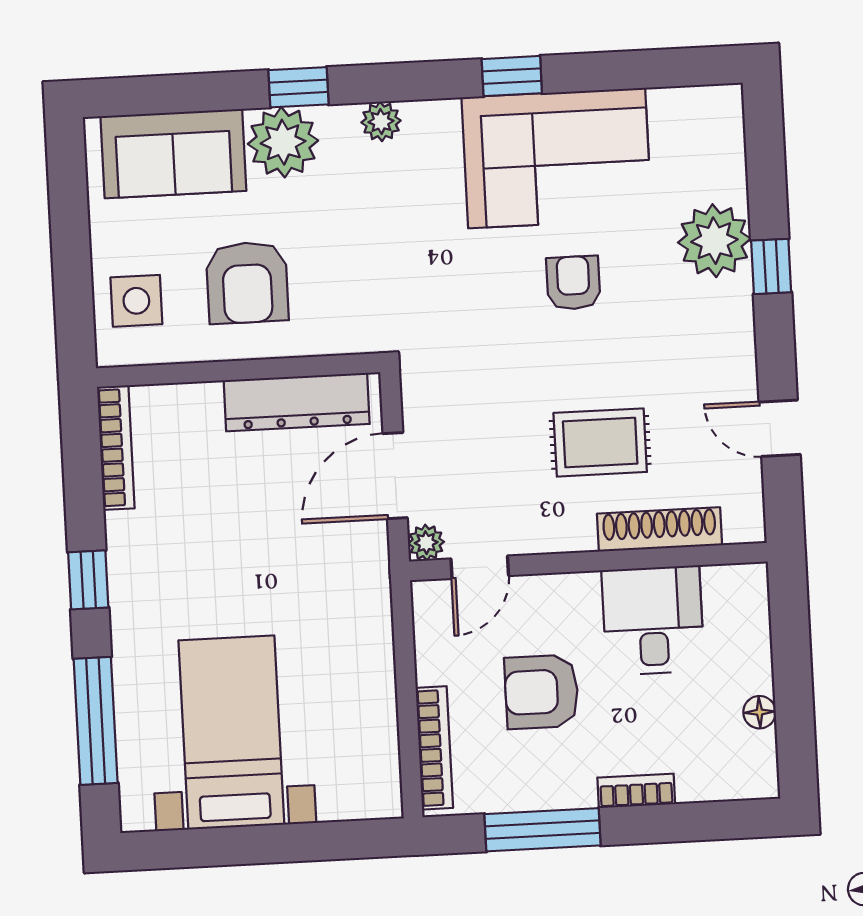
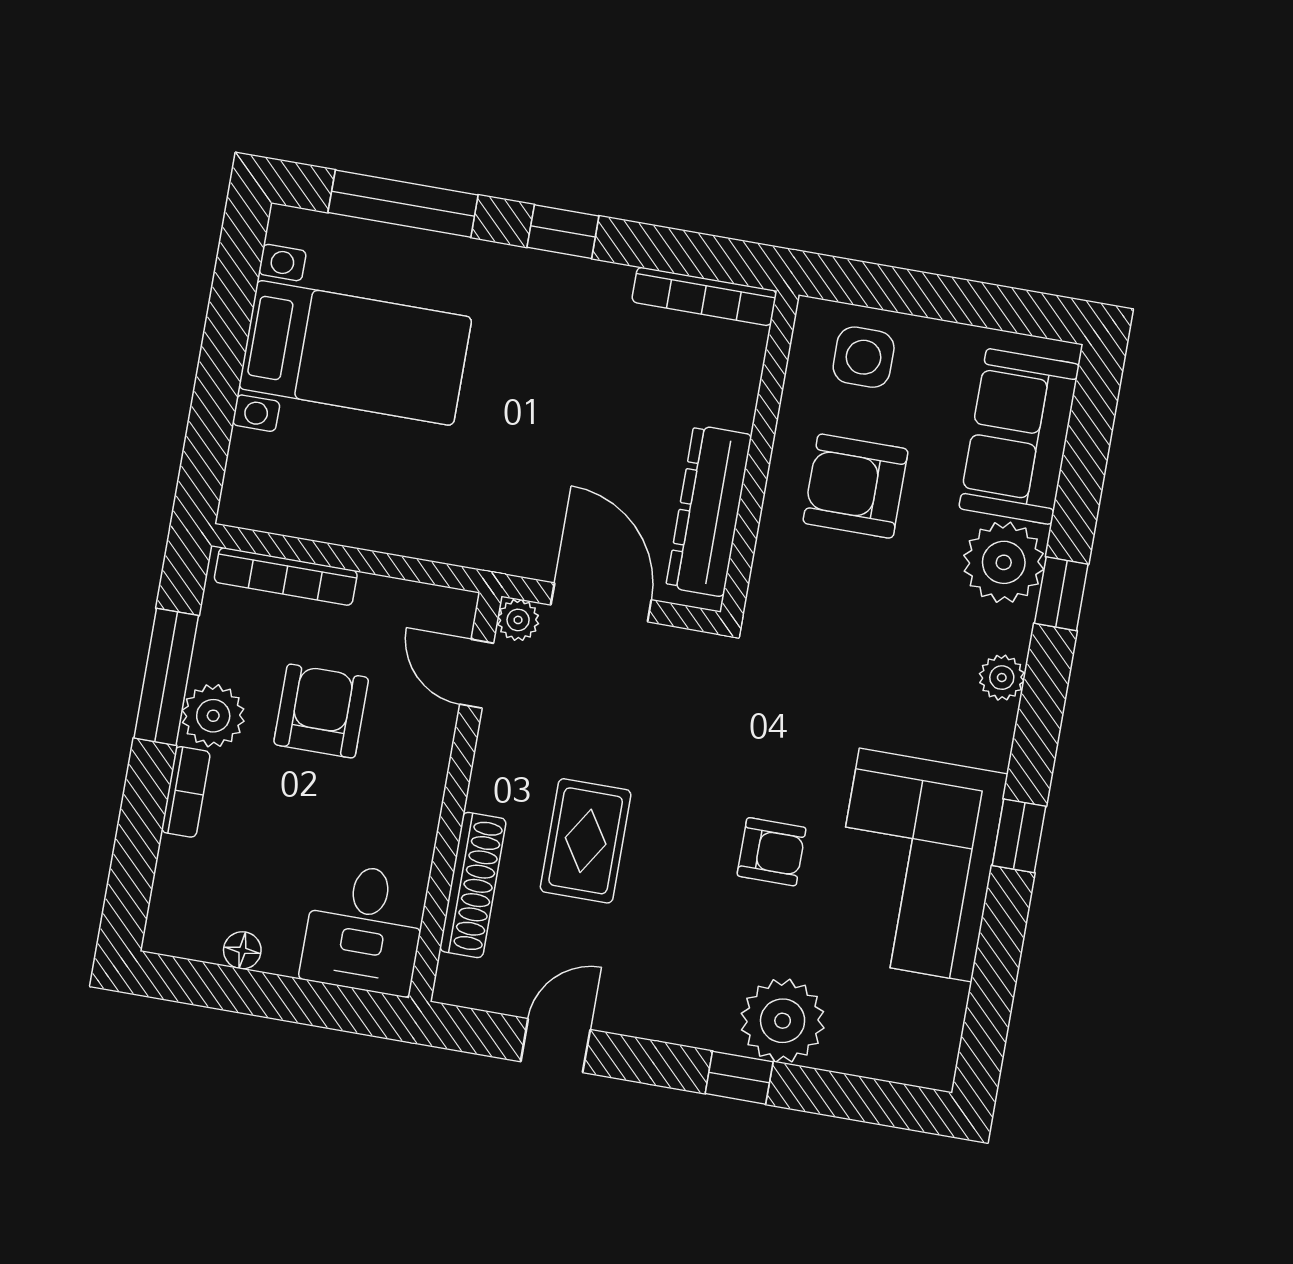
desk: (653, 620) -> (364, 929), moved, turned 90
plant: (566, 782) -> (213, 716), added

